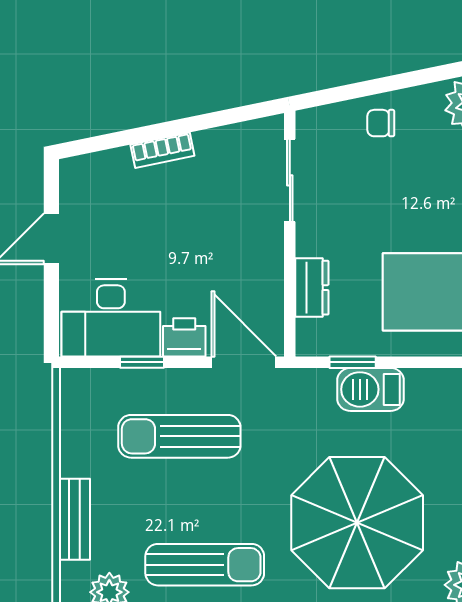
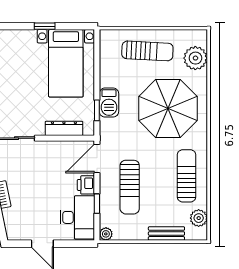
dresser: (312, 288) -> (64, 128), width x1.44
plant: (74, 382) -> (106, 234), added

